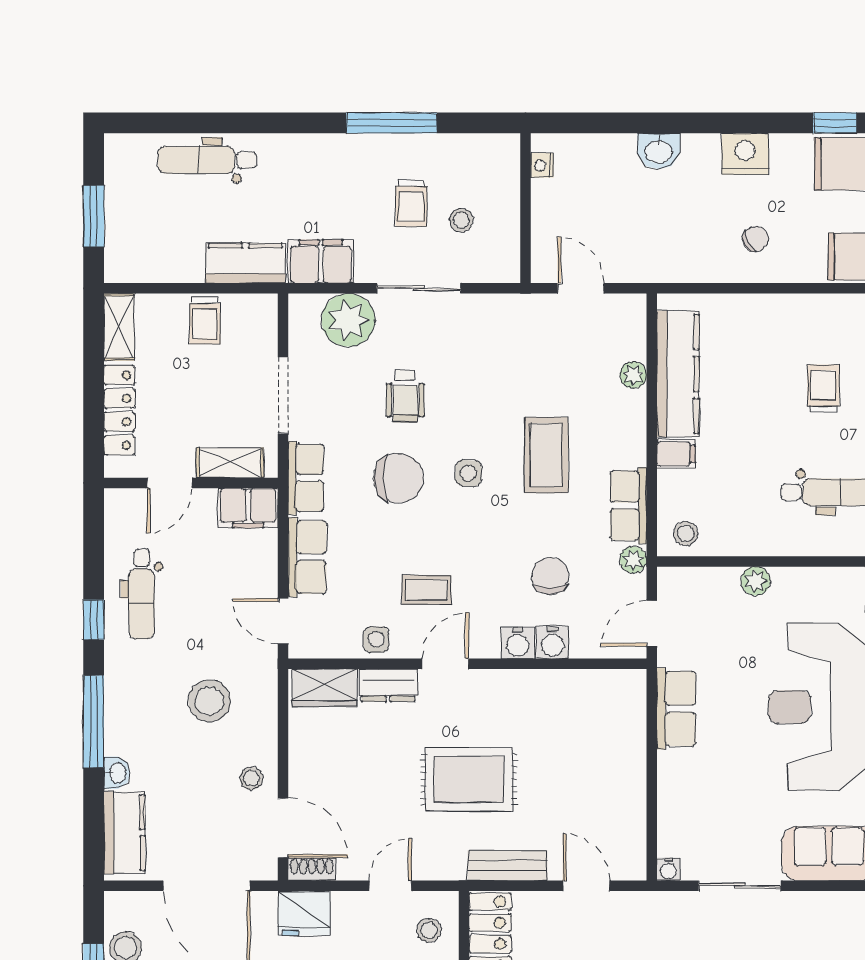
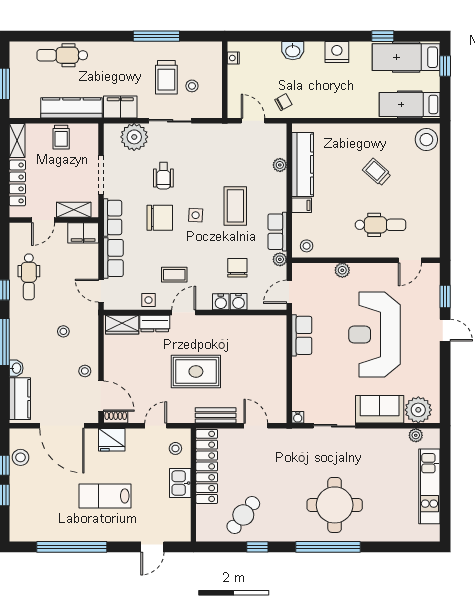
trolley: (411, 203) -> (166, 77), width x1.36, depth x1.39
chair: (755, 239) -> (283, 102), moved
kitchen counter: (245, 263) -> (72, 108), width x1.50
trolley: (823, 389) -> (377, 172), turned -48
stool: (209, 701) -> (63, 331), width x0.53, depth x0.53

